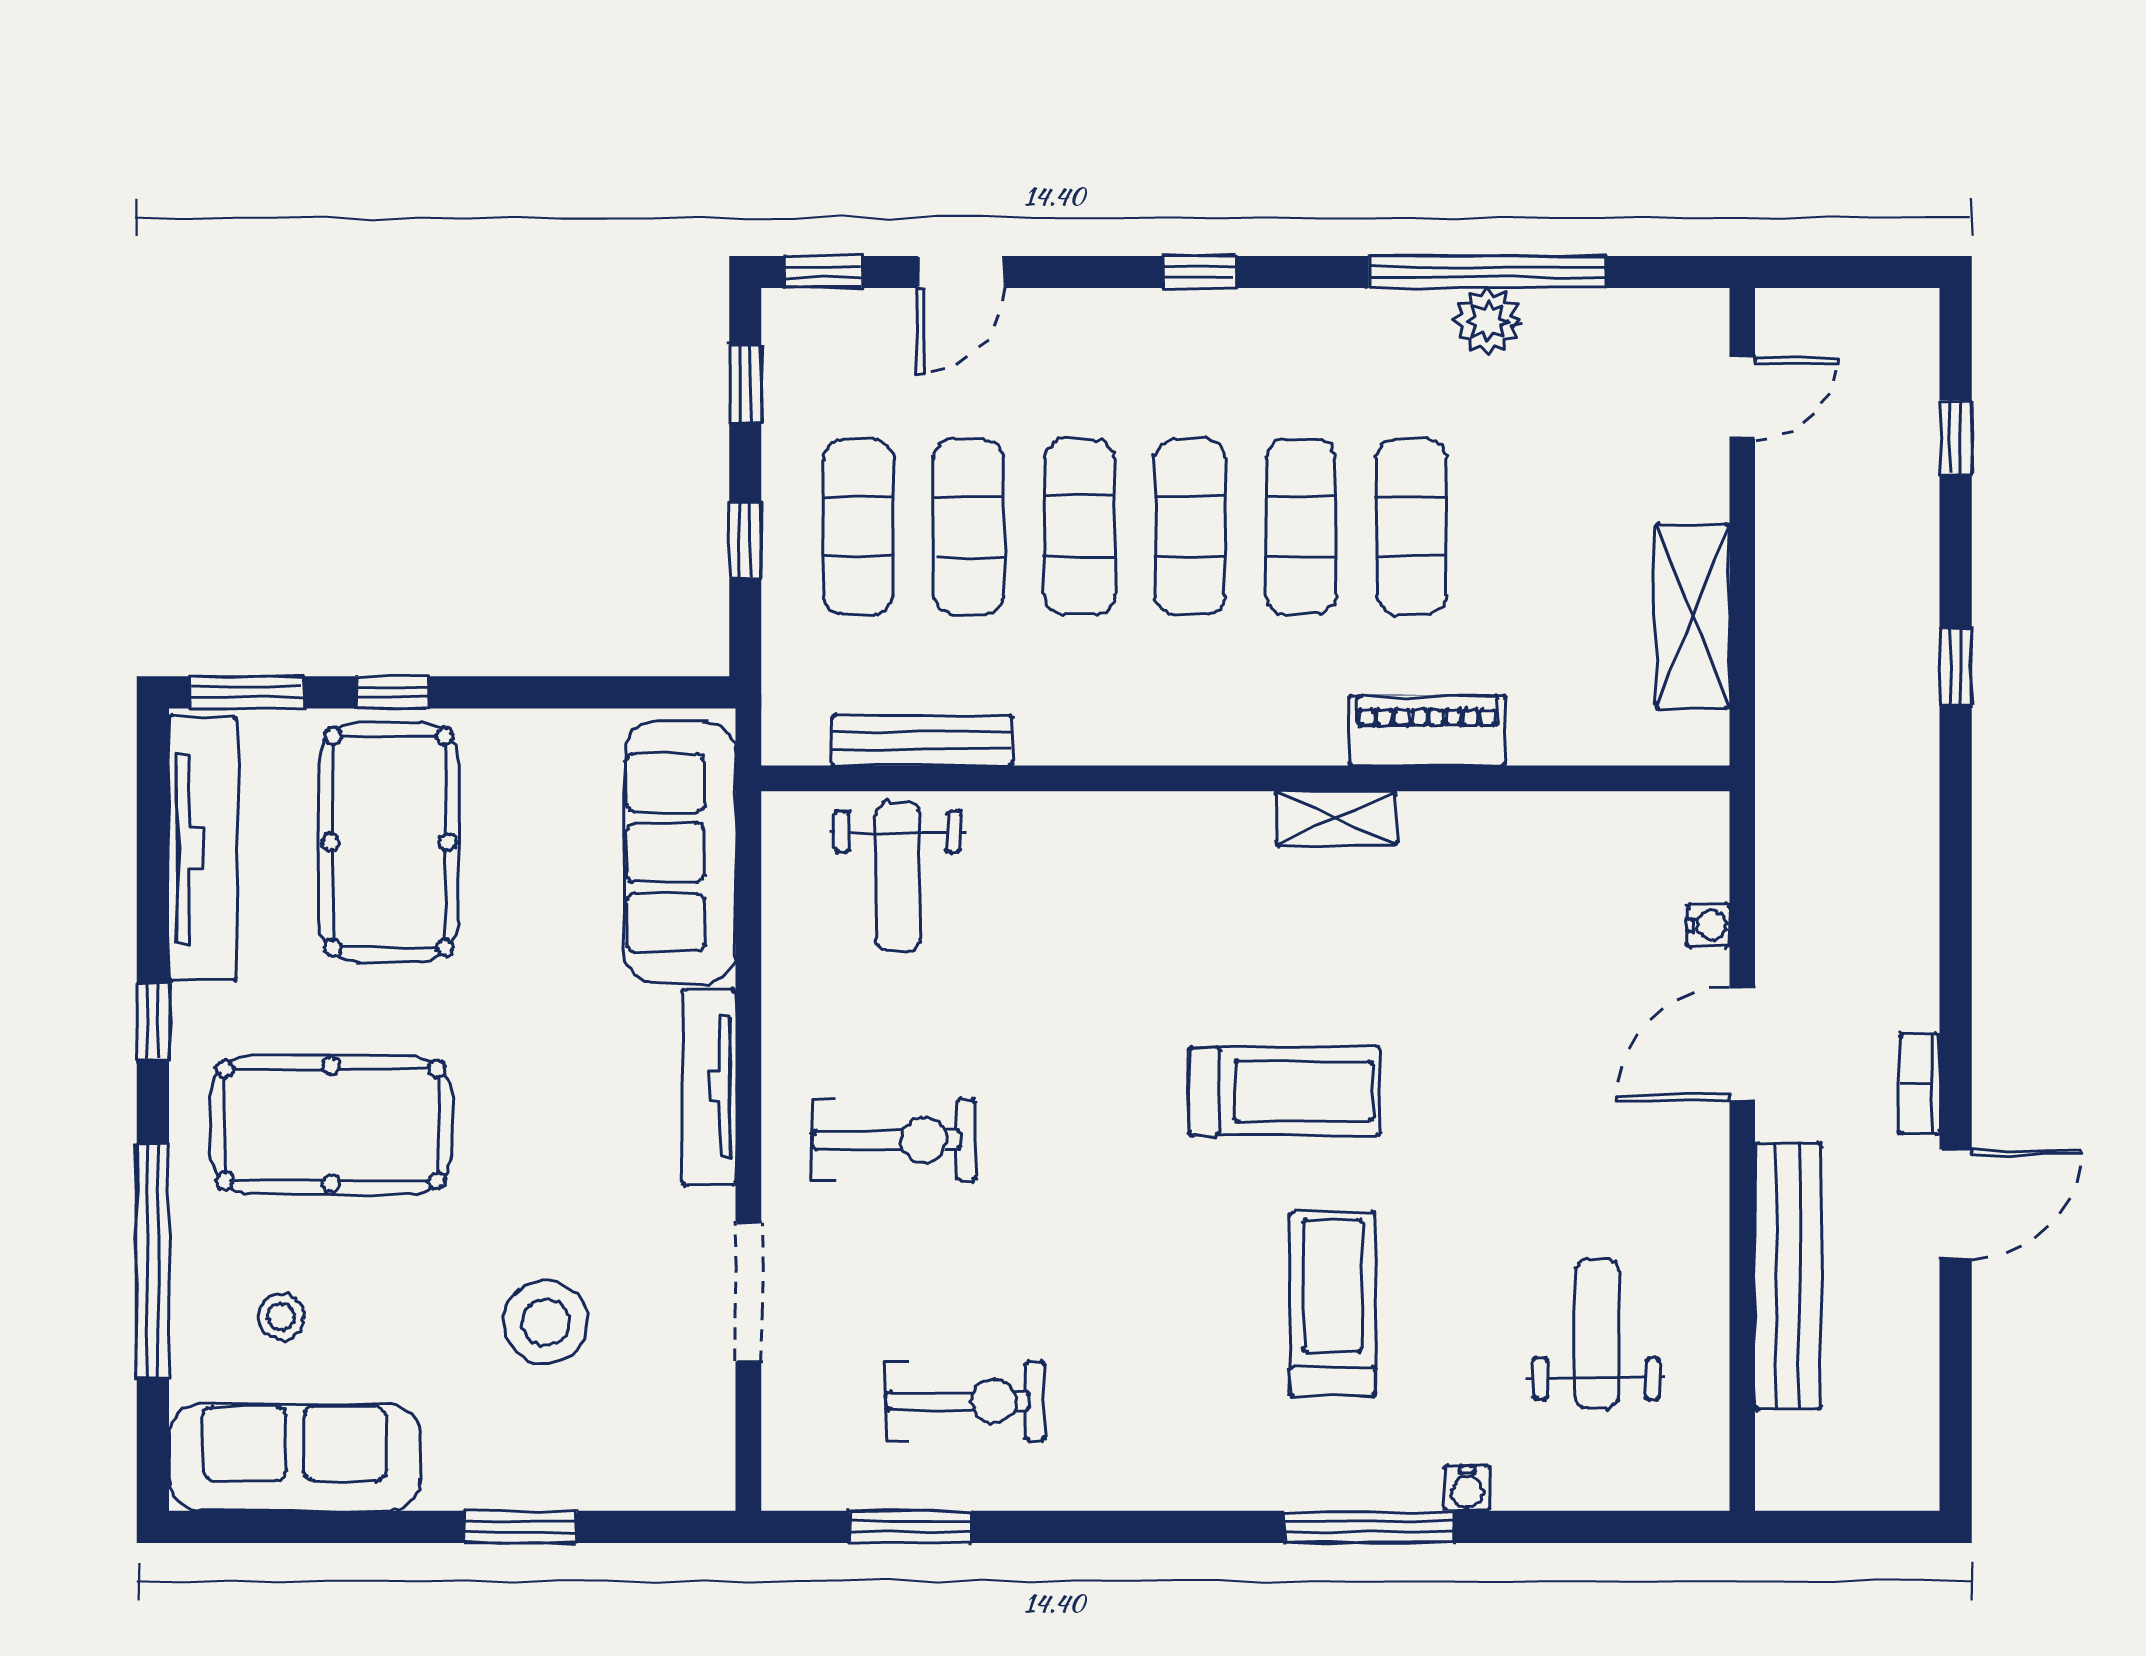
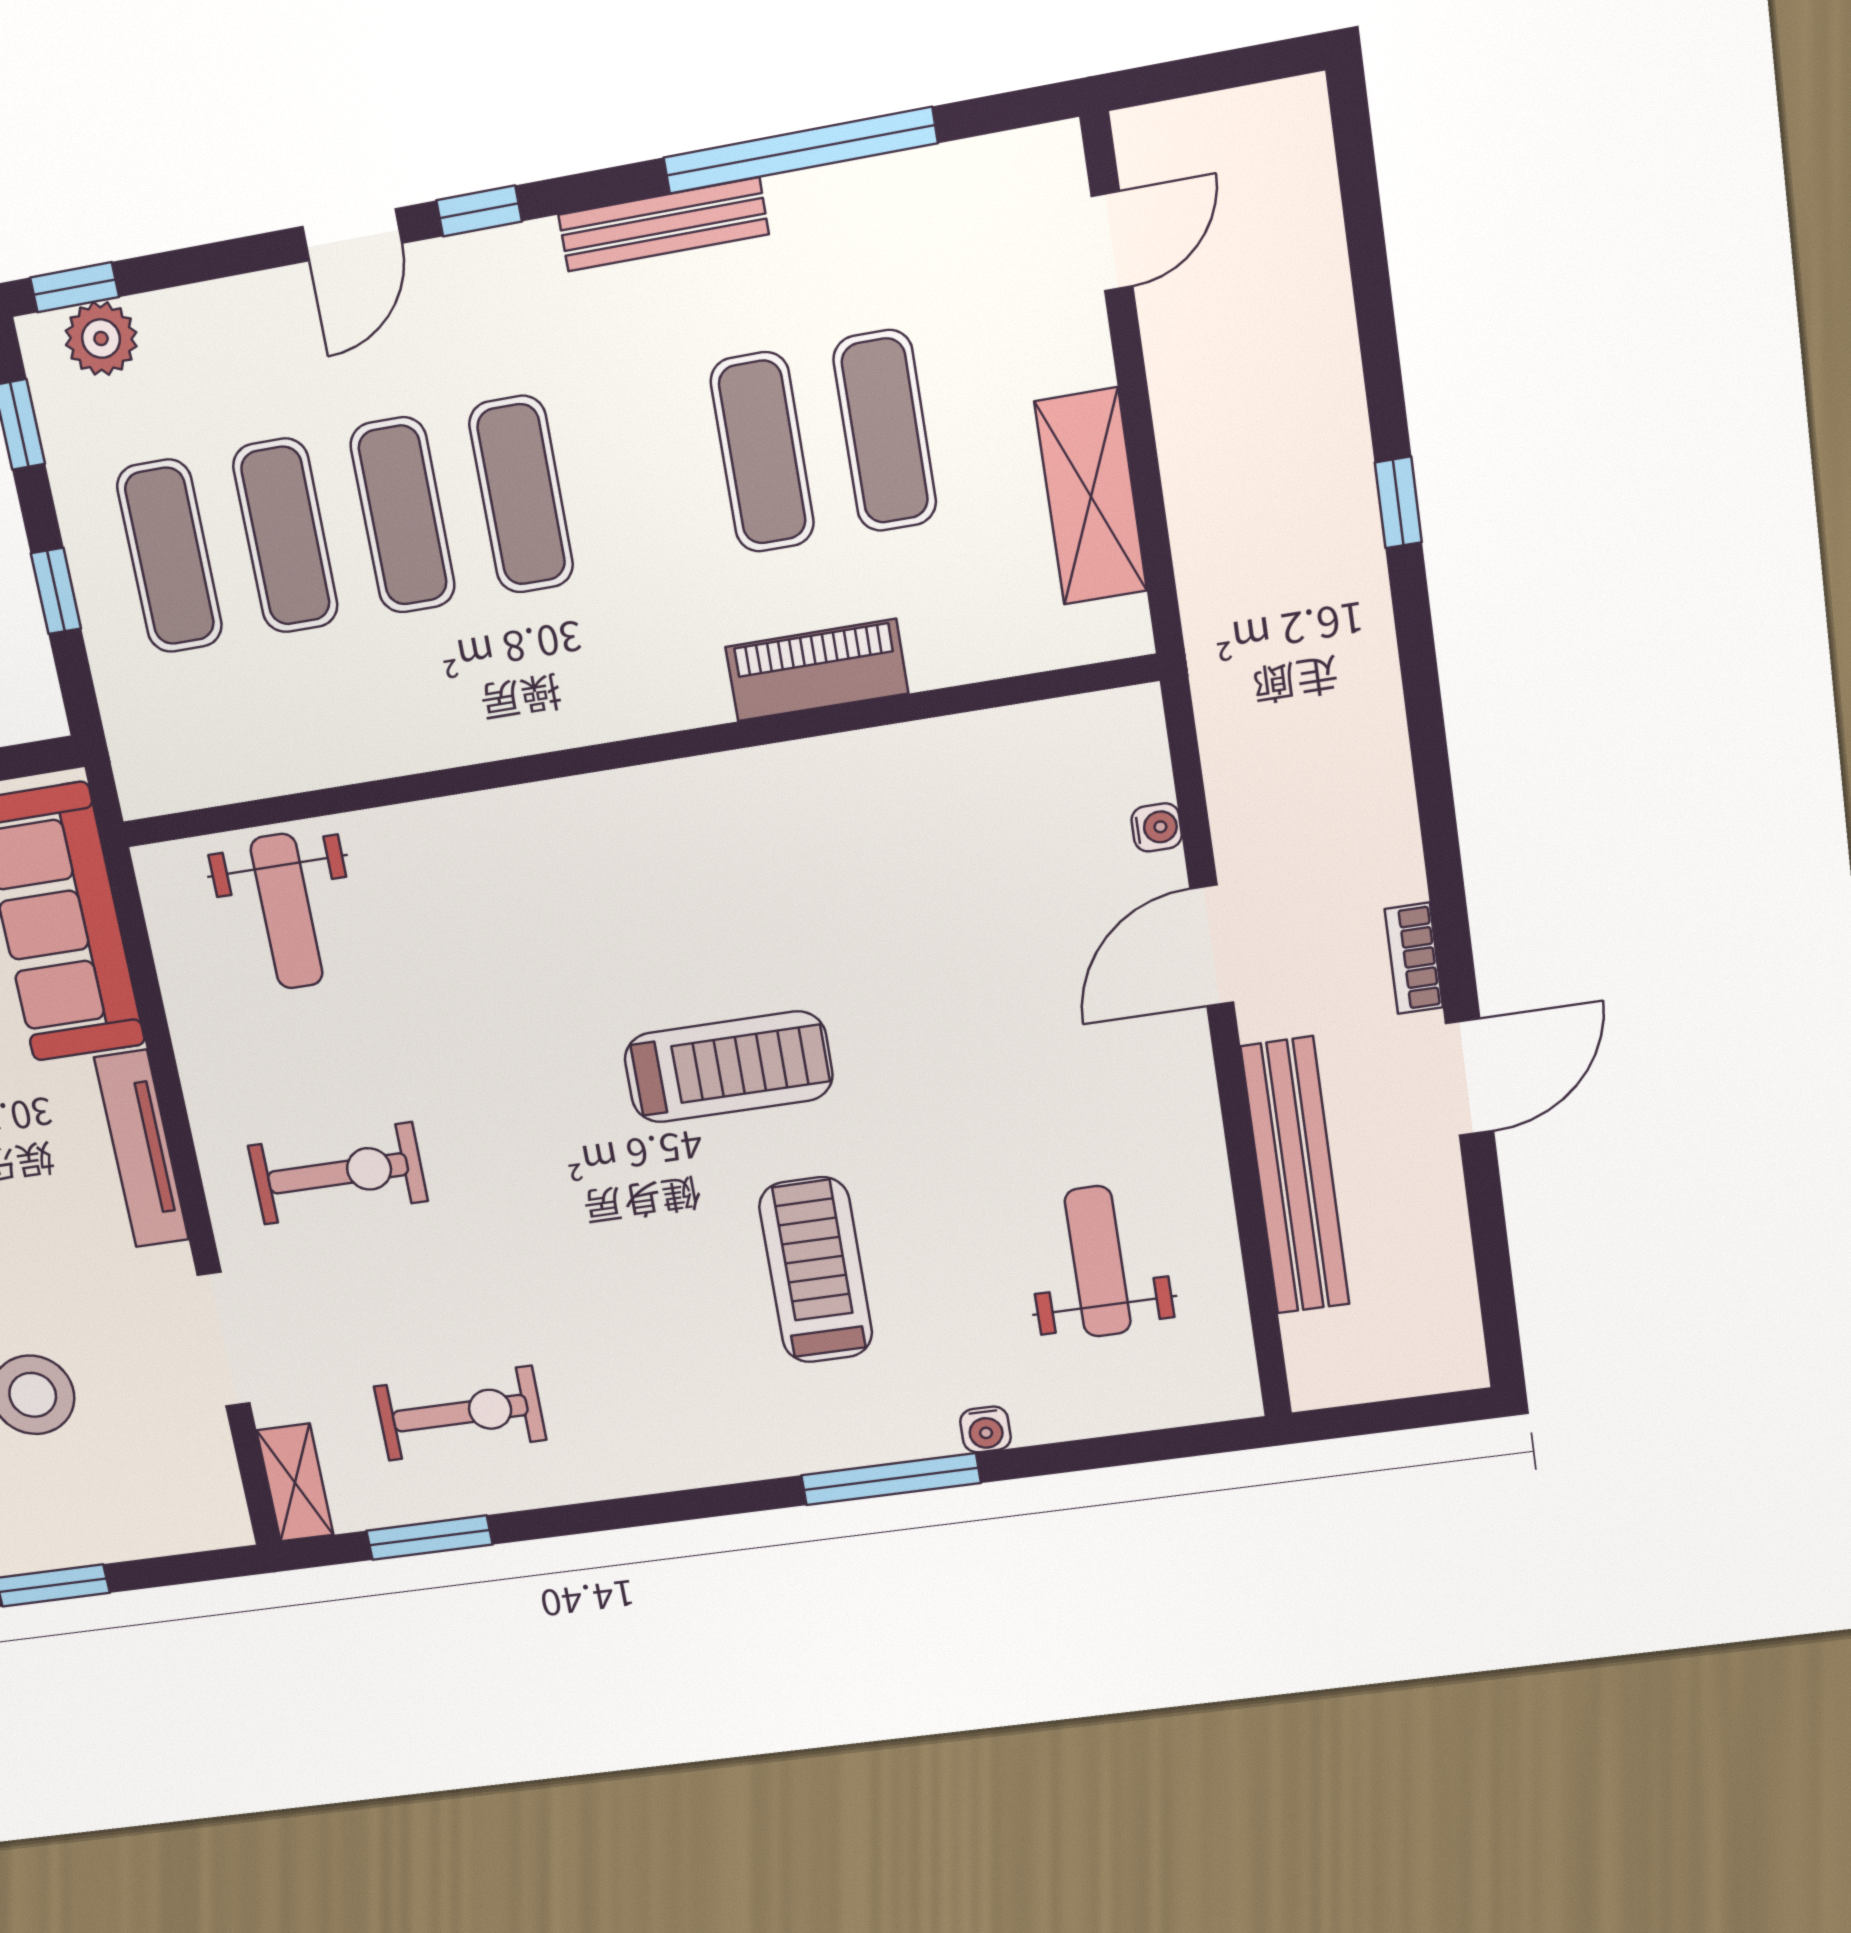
door: (961, 272) -> (352, 235), moved
plant: (1487, 321) -> (101, 339), moved
window: (1956, 437) -> (1366, 242), removed
exercise mat: (1301, 527) -> (885, 431), moved
bench: (922, 740) -> (663, 224), moved
shelving: (1336, 818) -> (295, 1483), moved, turned 90

